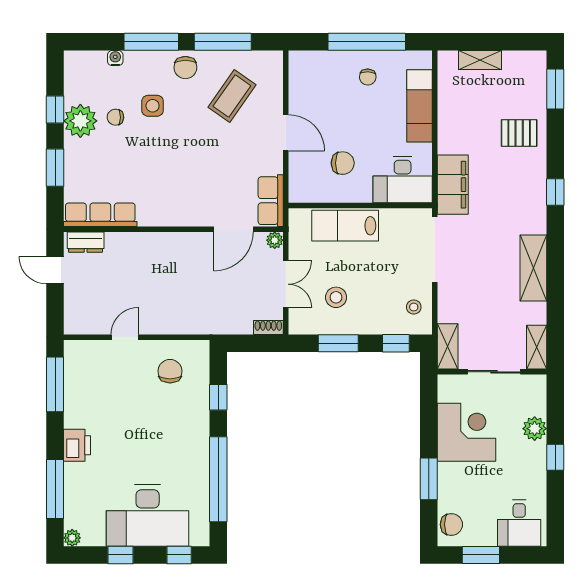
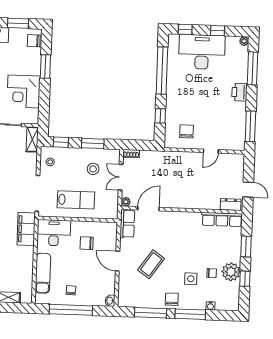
washbasin: (297, 61) -> (110, 301), added
coffee table: (232, 96) -> (151, 264), moved
lab bench: (345, 226) -> (76, 200), moved
chair: (170, 371) -> (186, 131), turned 180

